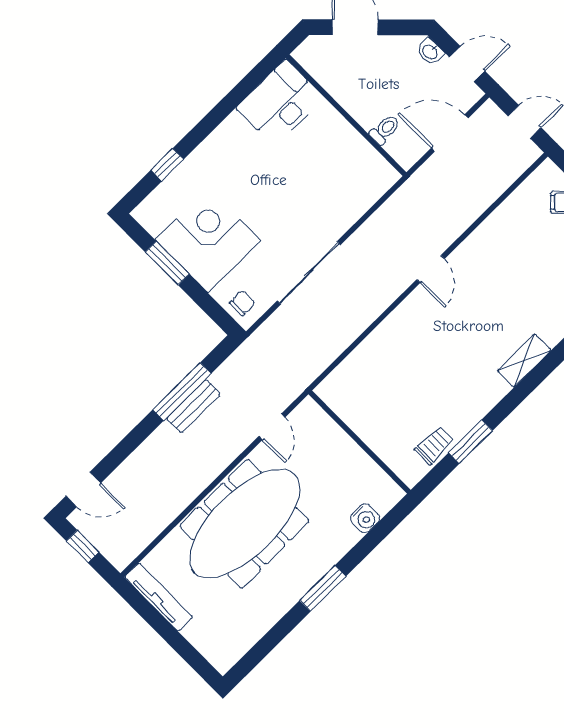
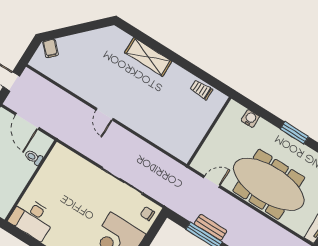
door: (431, 269) -> (105, 114), swing flipped
shelving: (524, 361) -> (148, 57), width x1.50, depth x1.33
window: (471, 442) -> (195, 70), removed

